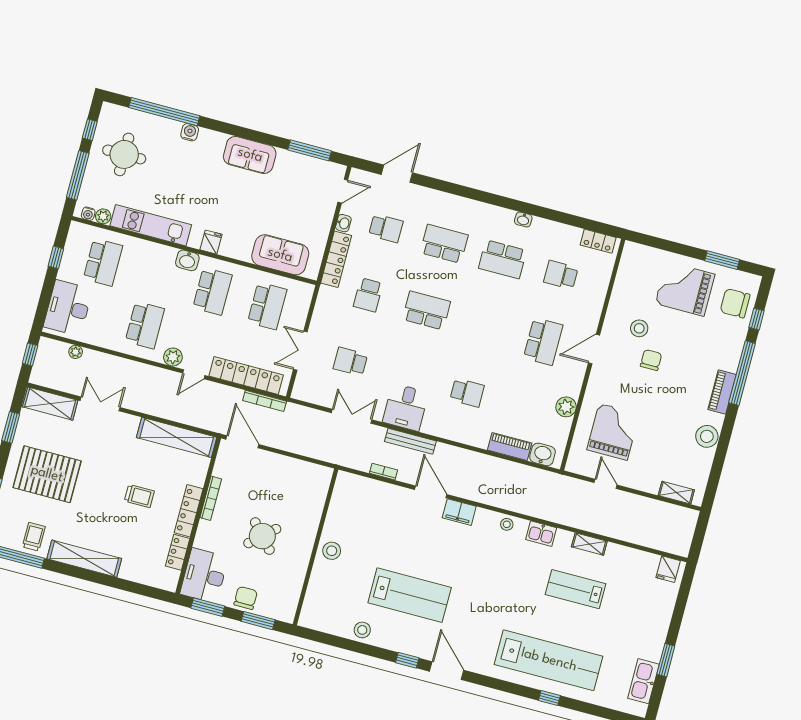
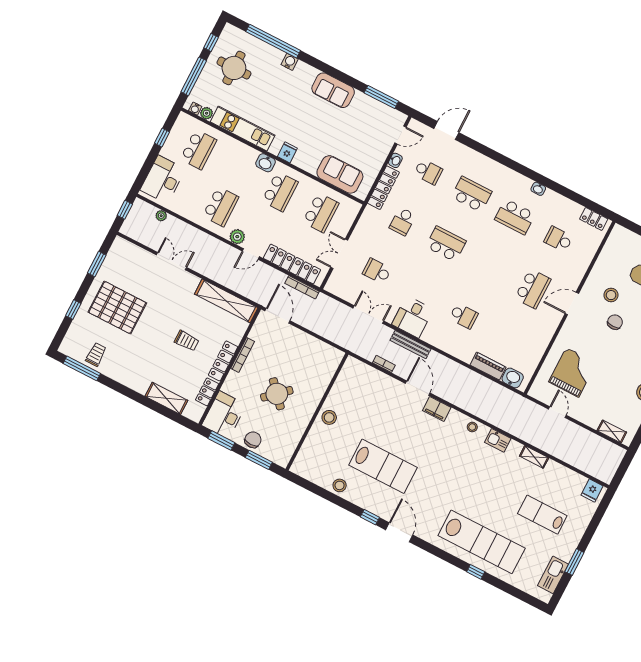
shelving: (50, 404) -> (132, 252), removed
plant: (566, 407) -> (540, 344), removed
shelving: (84, 559) -> (166, 398), moved, width x0.68
lab bench: (576, 589) -> (542, 515), moved

